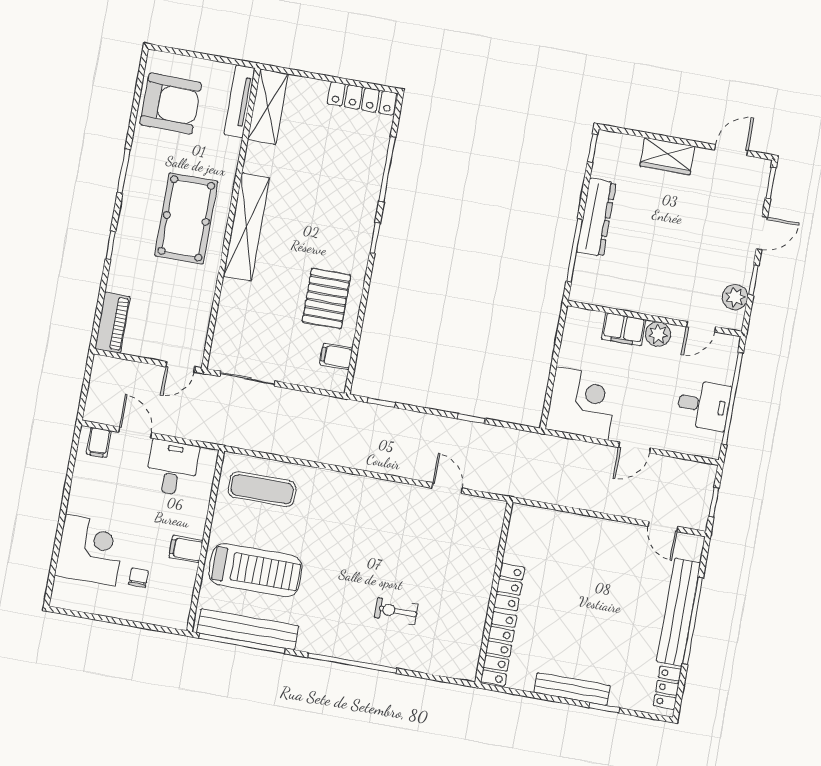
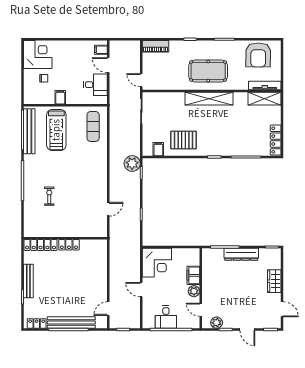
plant: (357, 419) -> (132, 163), added
door: (135, 432) -> (108, 65), swing flipped
corner desk: (90, 550) -> (38, 55), moved, turned -90

